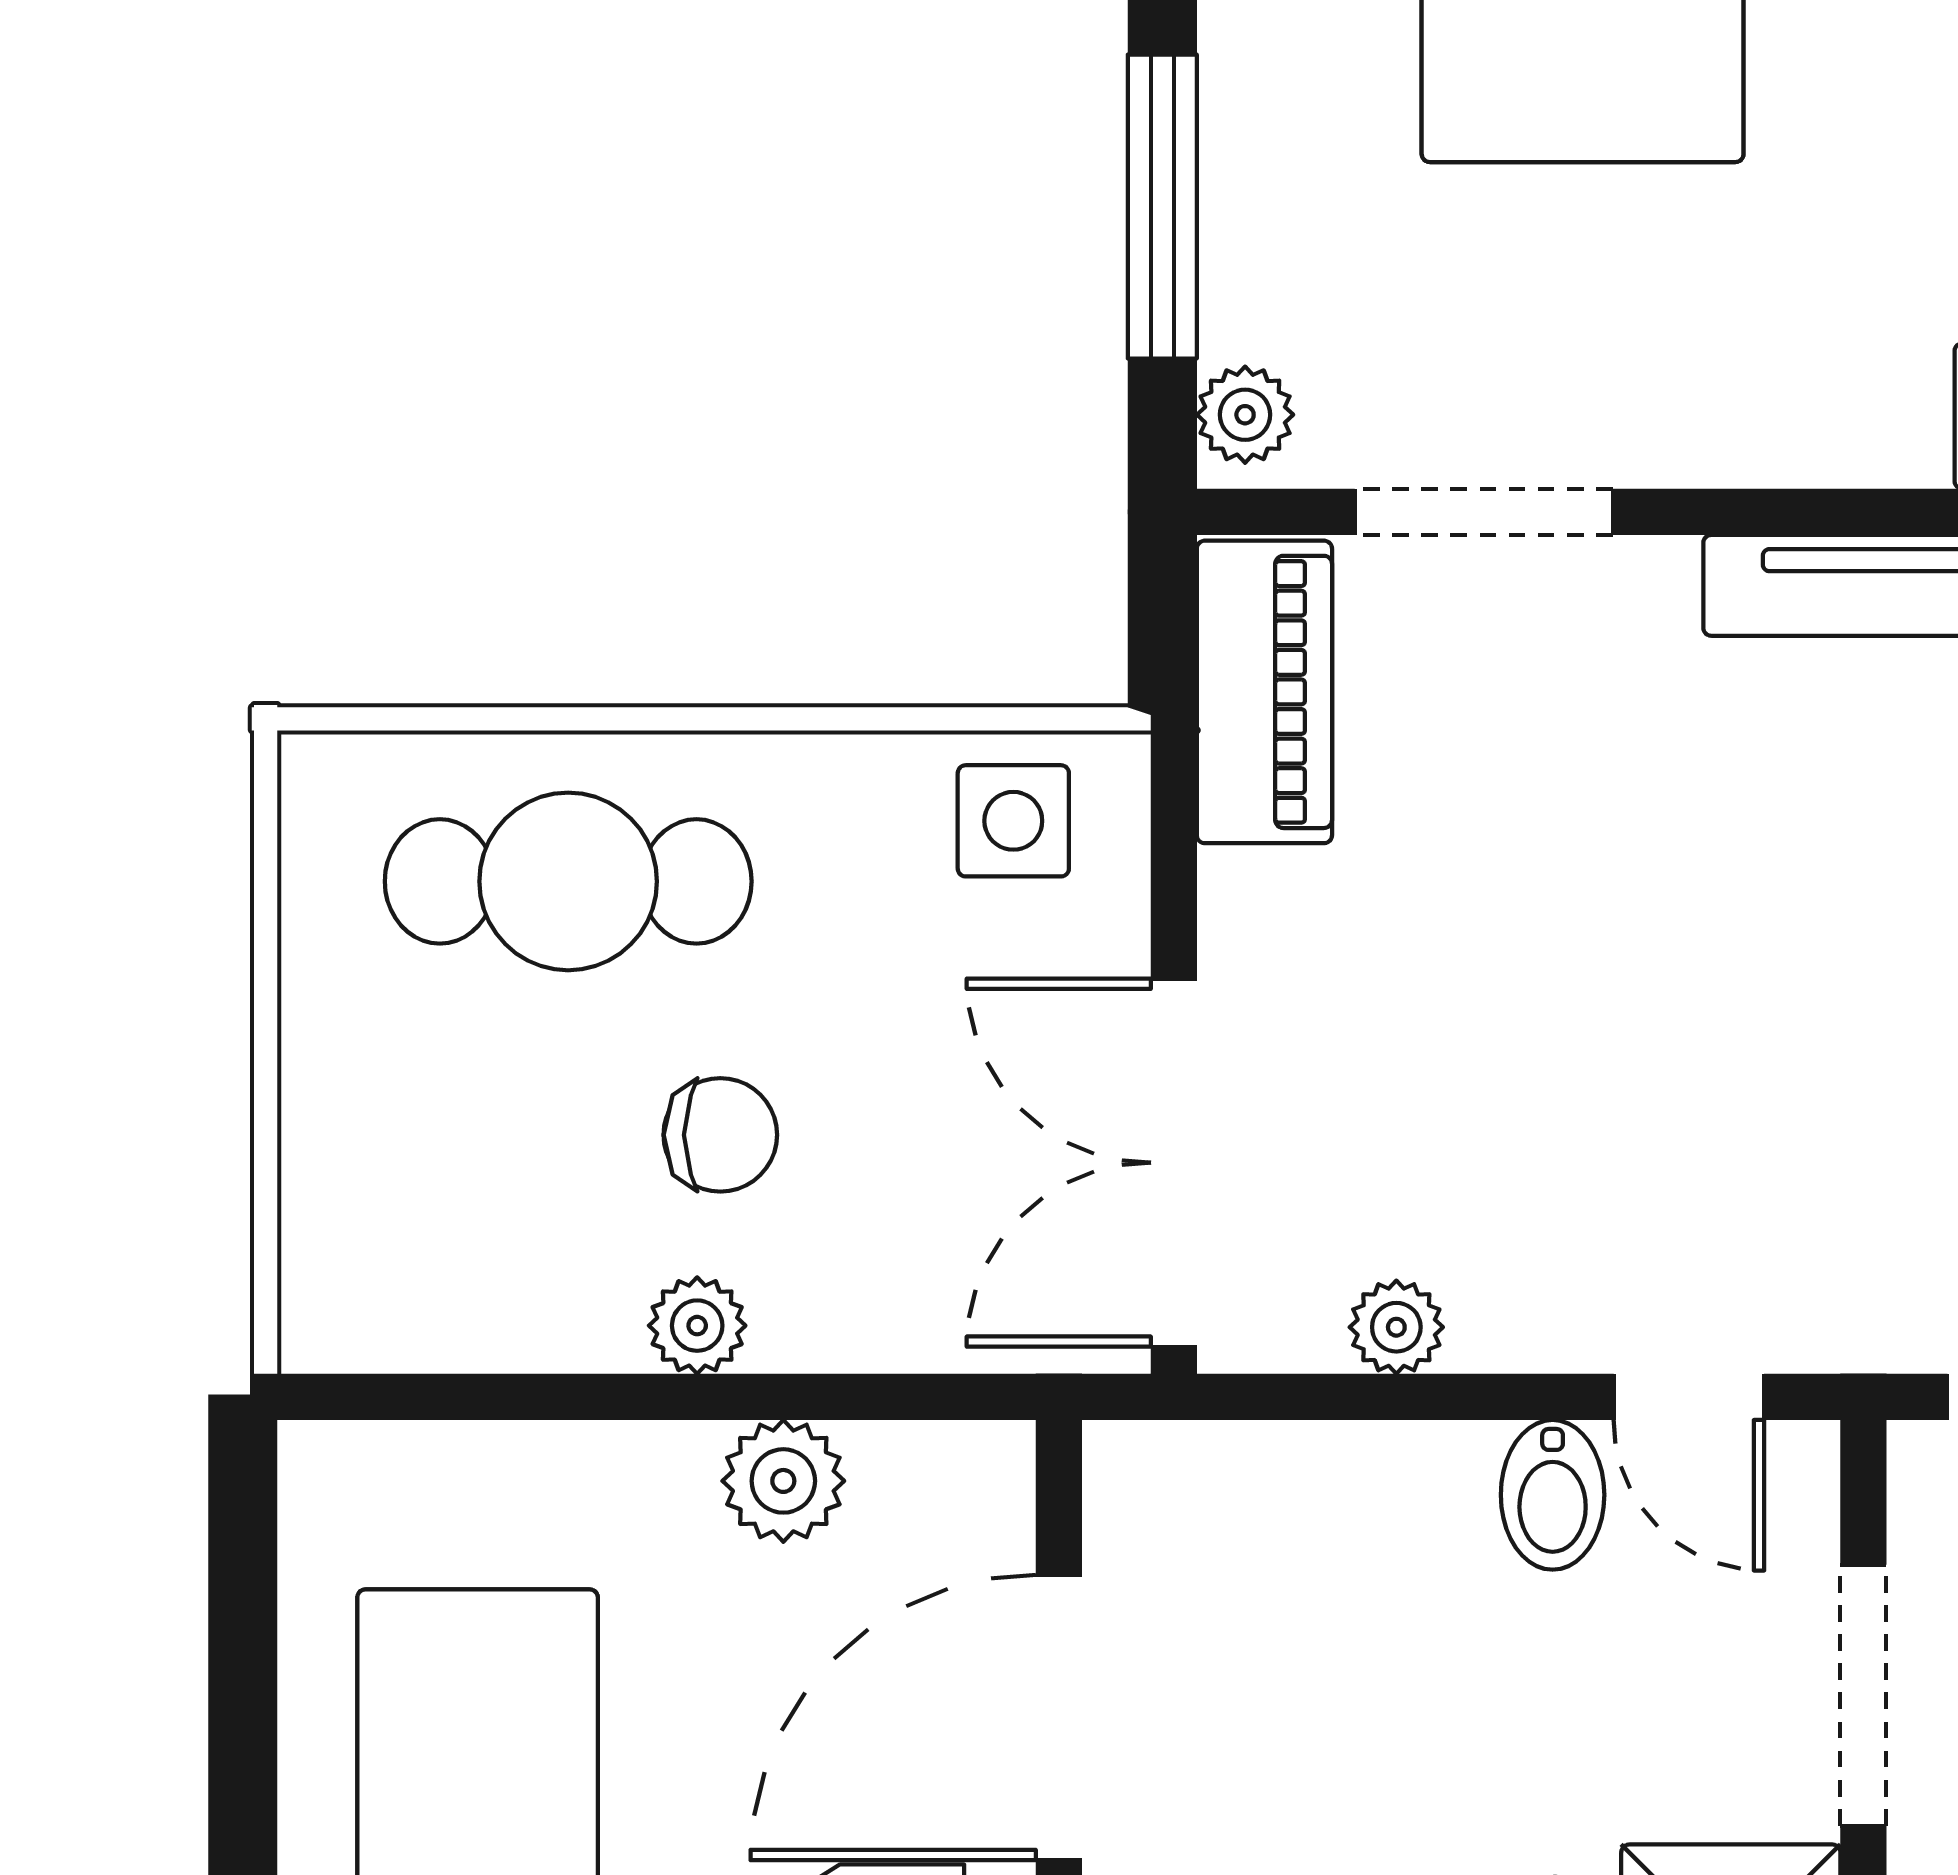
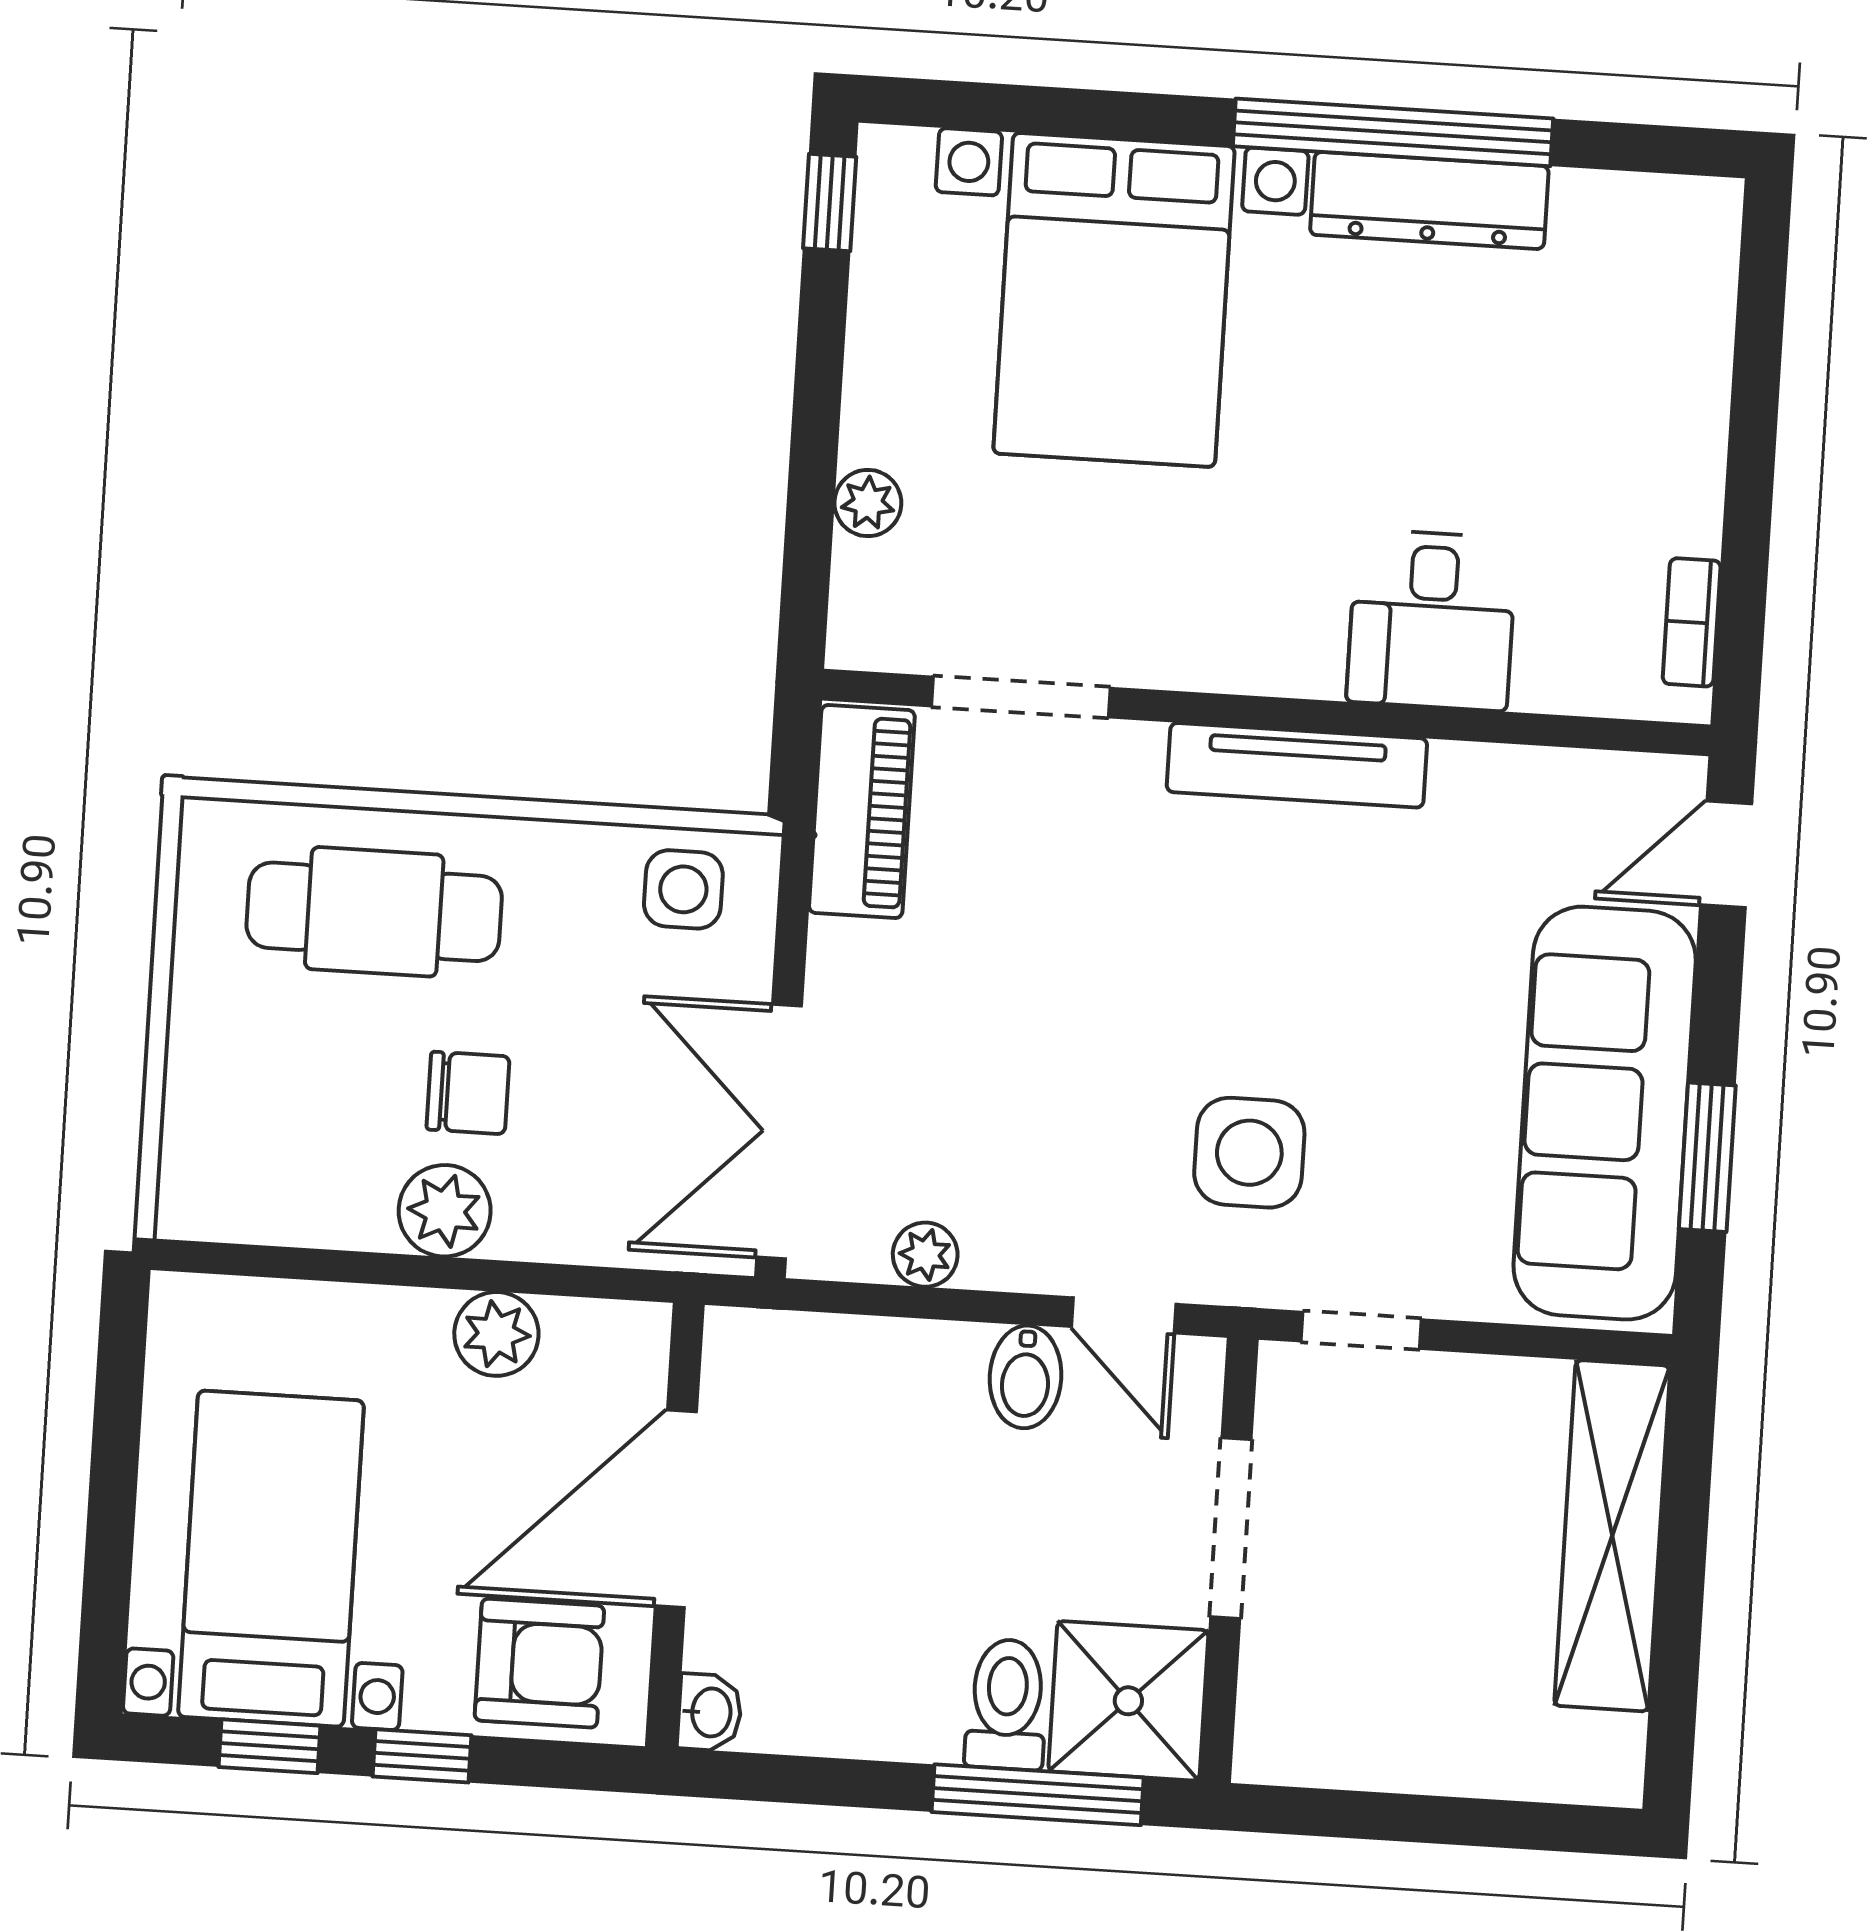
window: (1162, 207) -> (813, 473), removed
plant: (1245, 415) -> (868, 503), moved
side table: (1856, 1150) -> (1249, 1153), added
plant: (697, 1326) -> (445, 1211), width x1.38, depth x1.38

